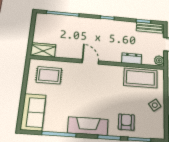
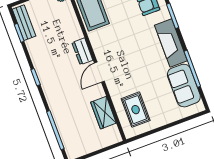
wardrobe: (43, 50) -> (103, 113), moved
dresser: (132, 59) -> (82, 51), moved
sofa: (33, 112) -> (184, 86), moved, turned -90

